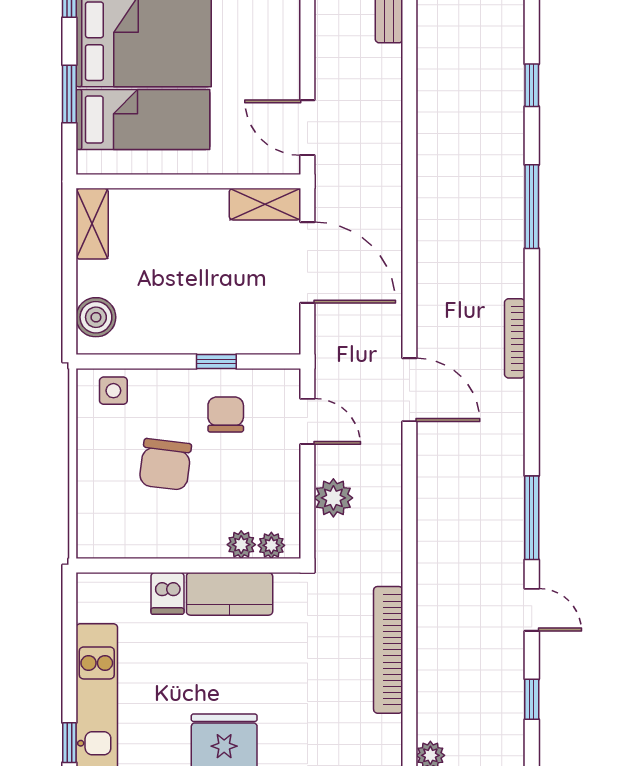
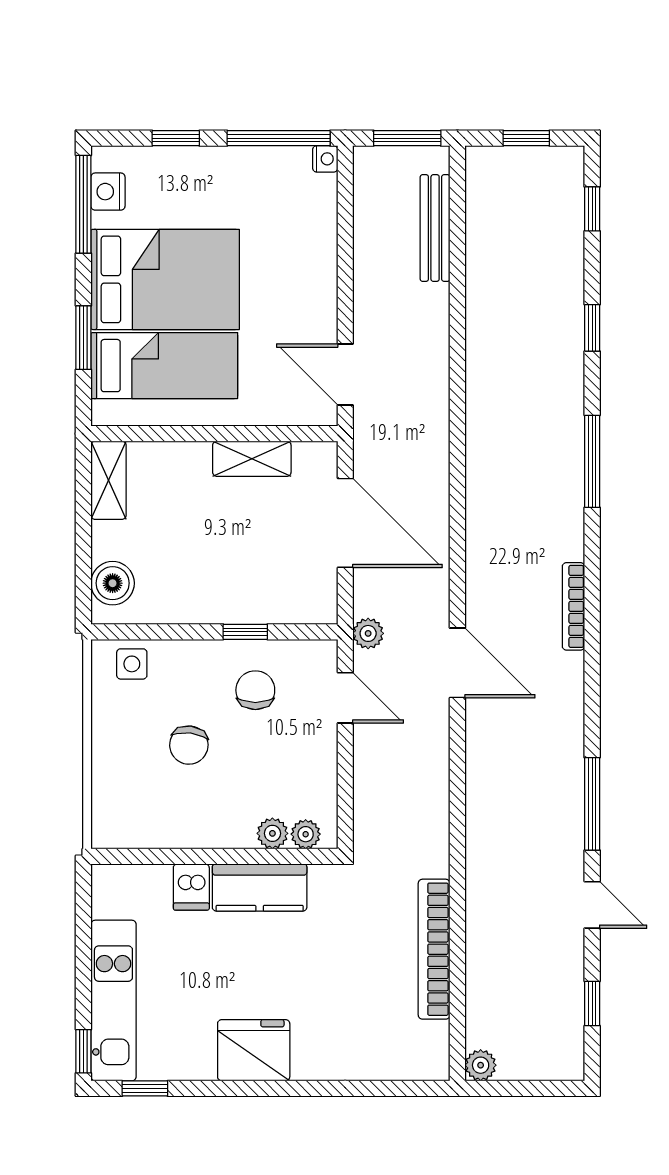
shelving: (265, 204) -> (252, 459), moved
chair: (165, 464) -> (189, 745), width x0.73, depth x0.73
plant: (333, 498) -> (368, 633), moved, width x0.73, depth x0.73

